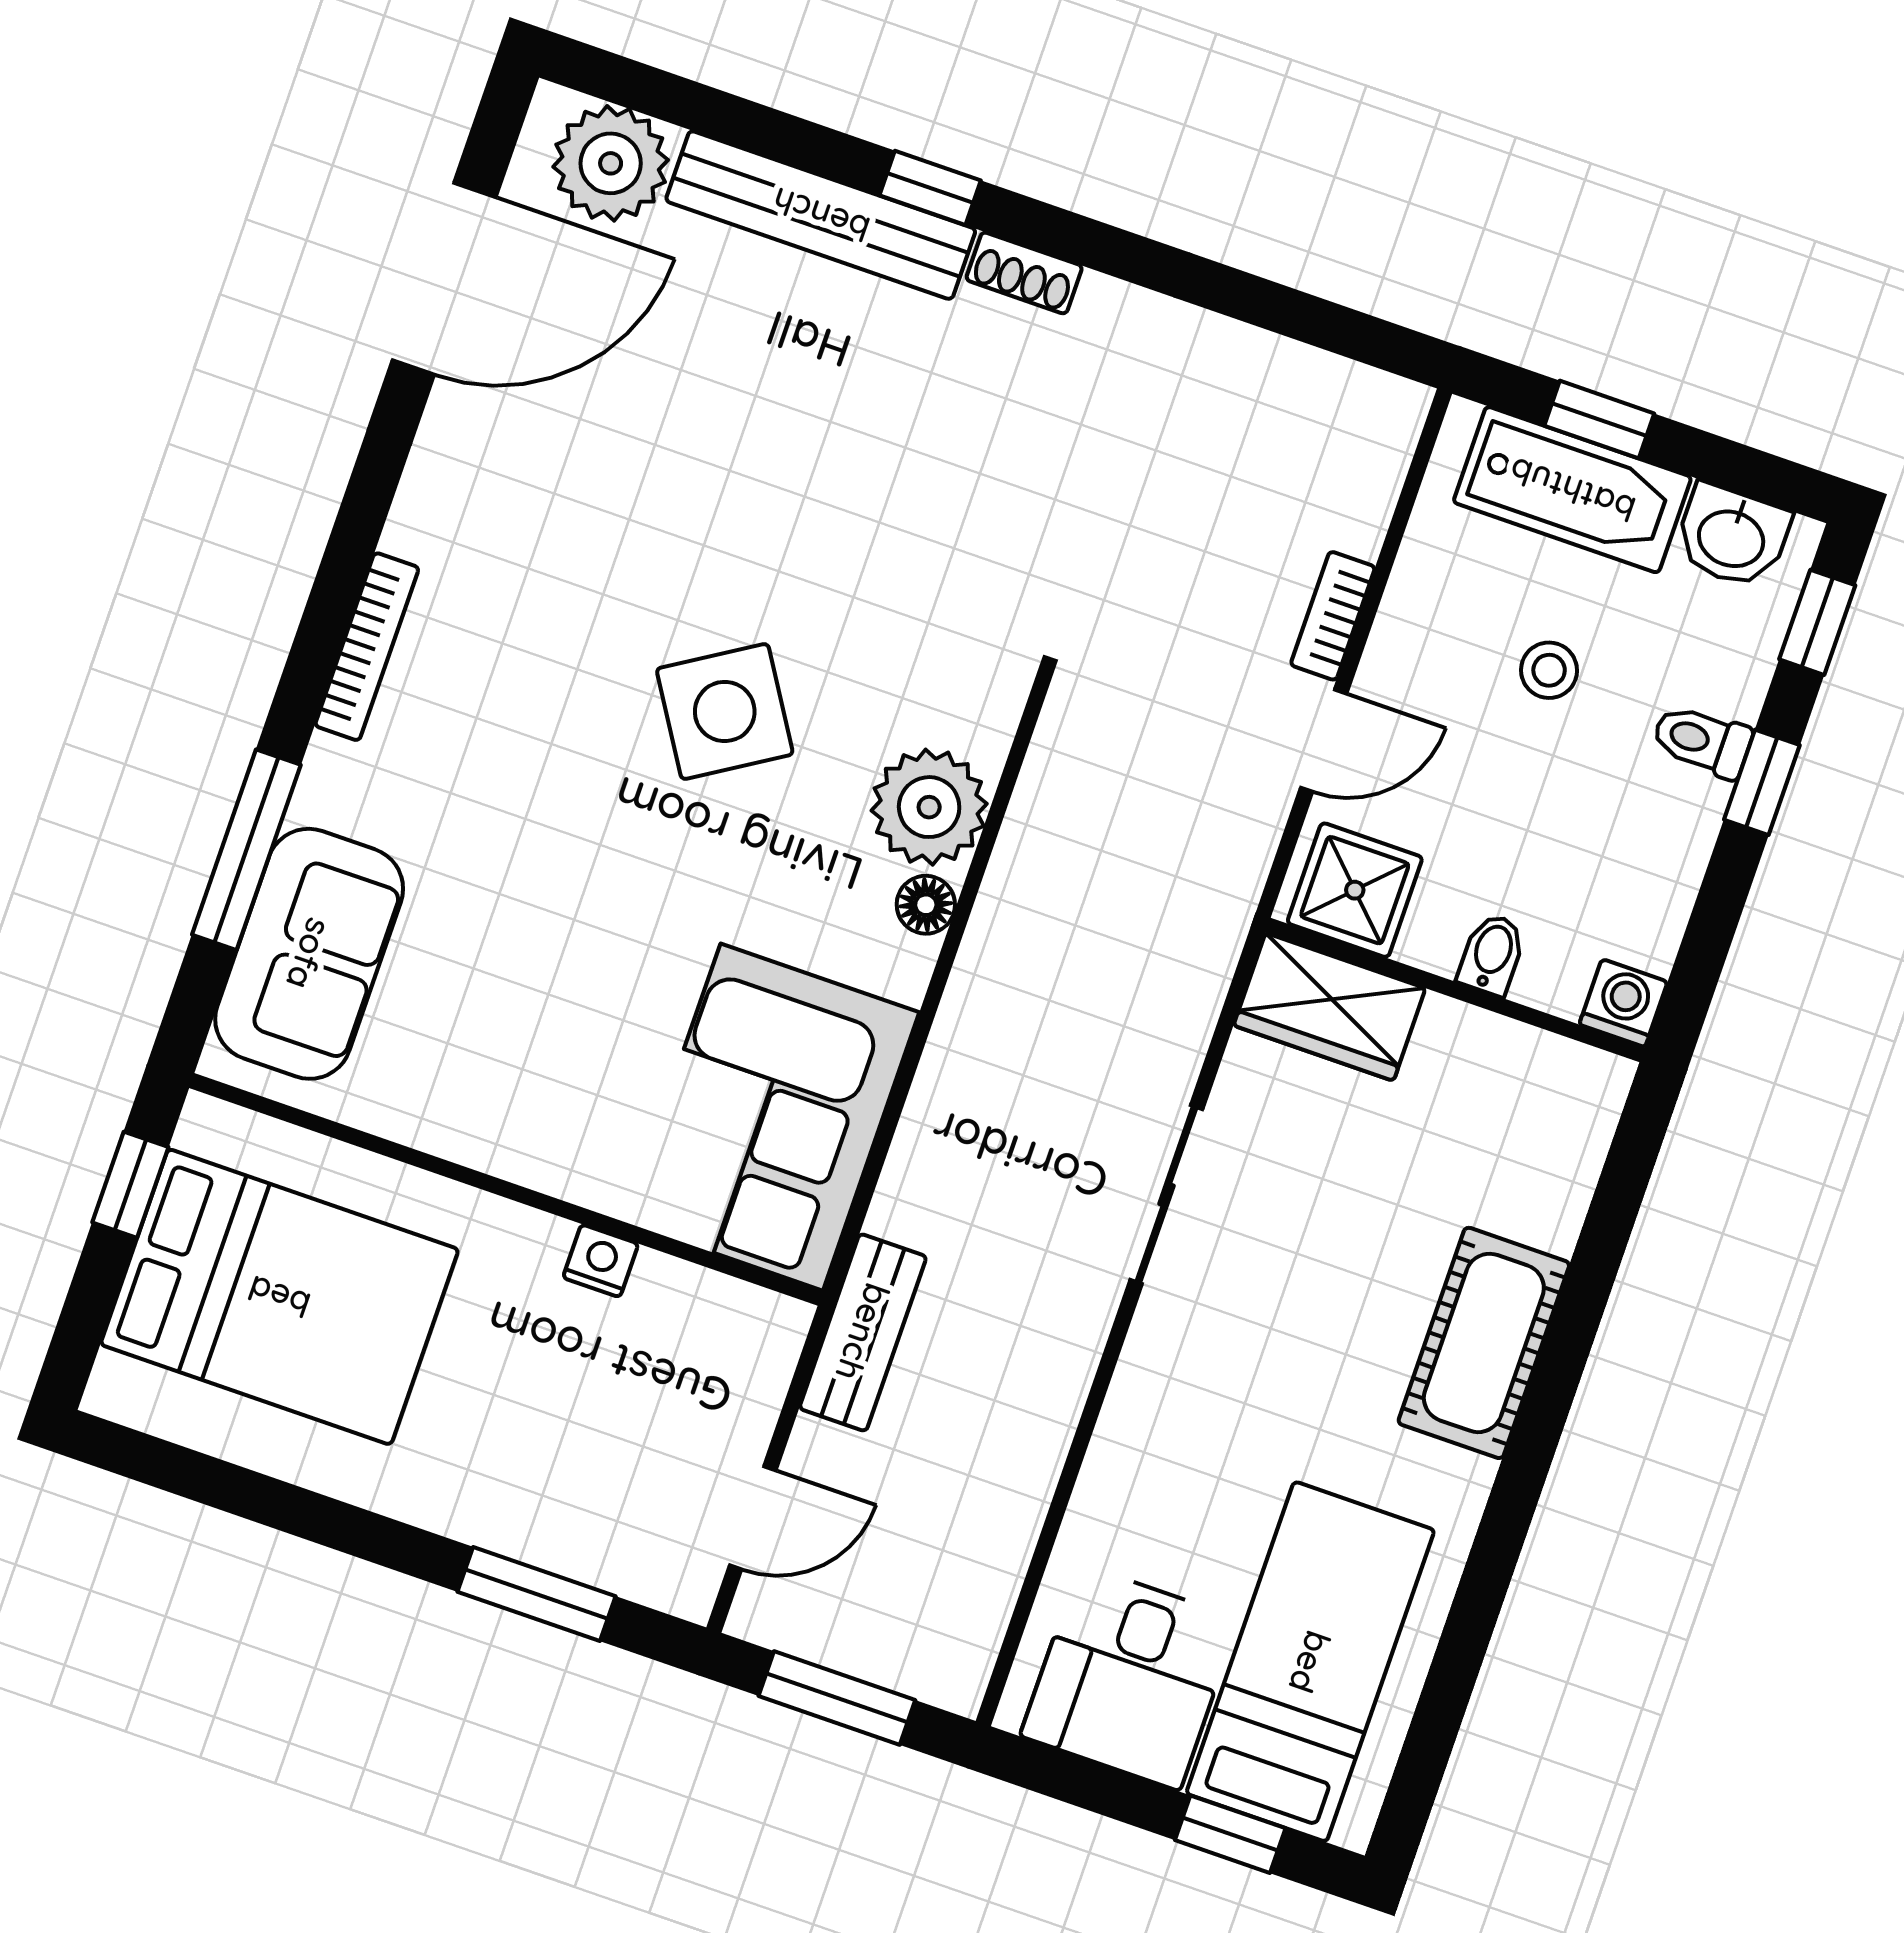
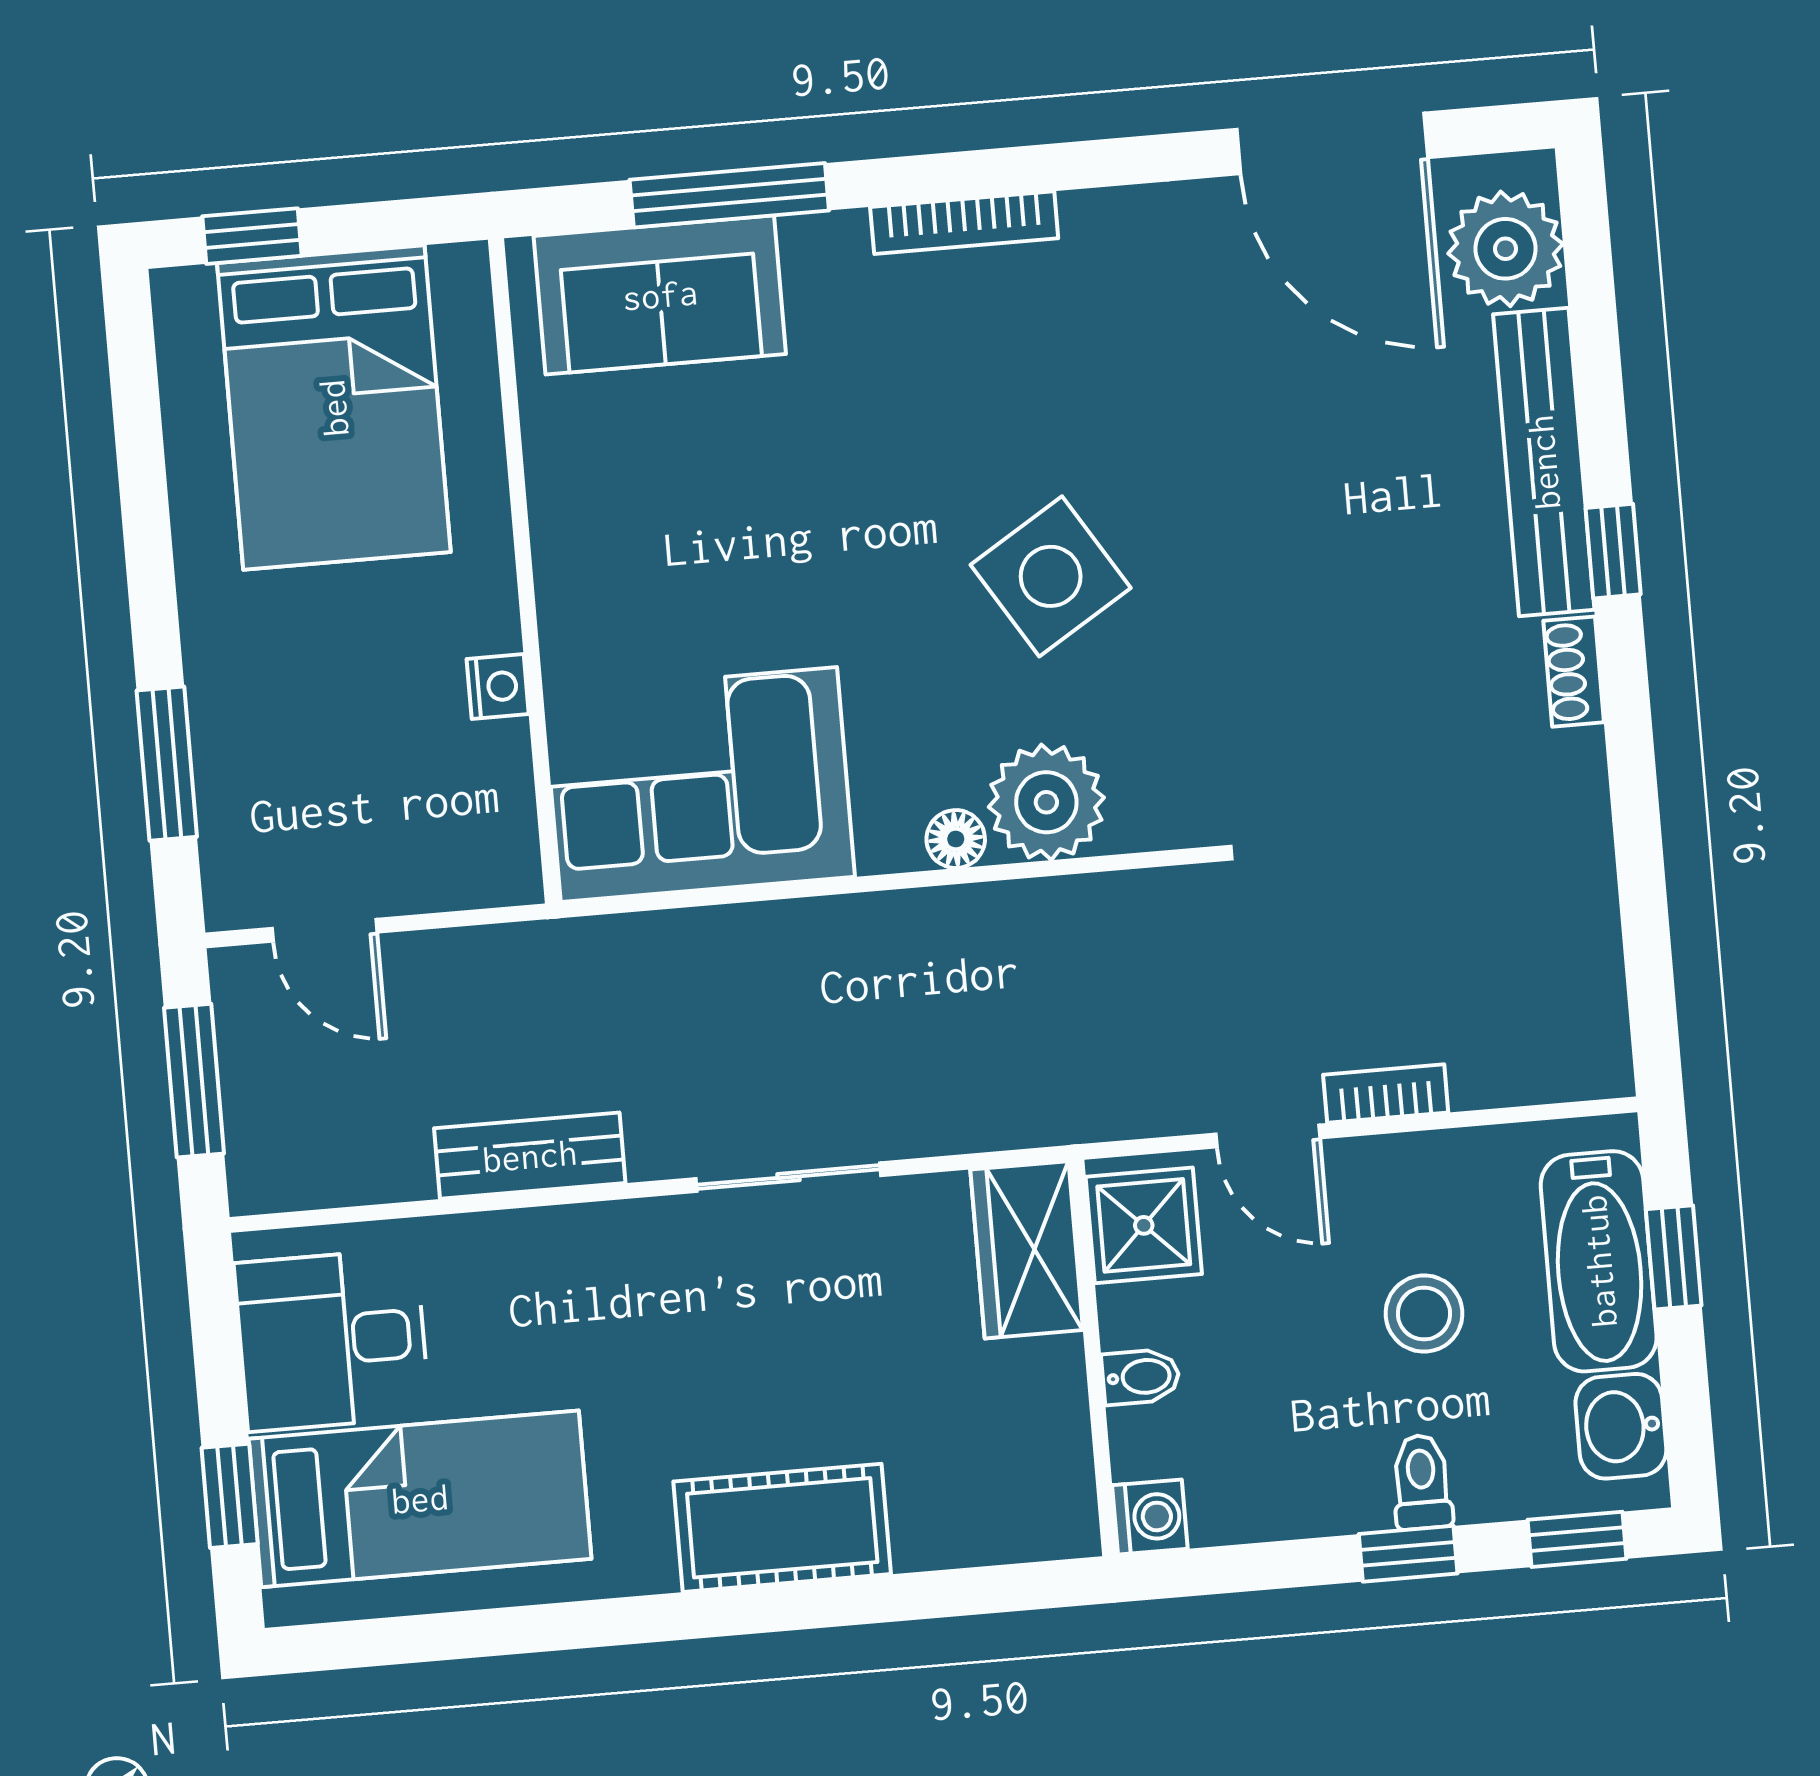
stool: (1549, 670) -> (1424, 1314), width x1.37, depth x1.37
window: (130, 1185) -> (252, 236), moved
bench: (863, 1332) -> (530, 1156), moved

